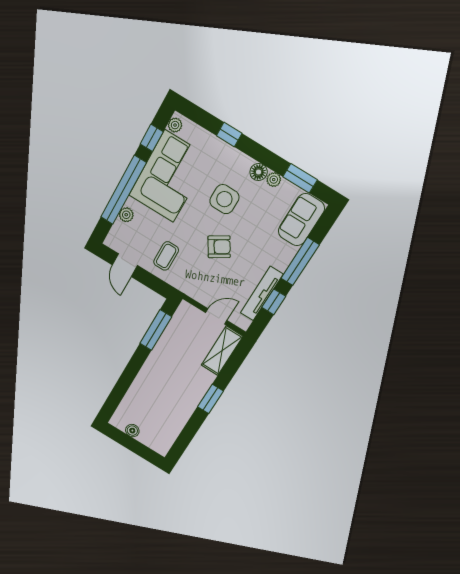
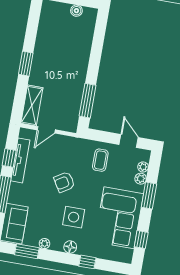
plant: (175, 125) -> (143, 167), moved
floor lamp: (259, 172) -> (70, 247), moved
window: (123, 190) -> (149, 196), width x0.47

